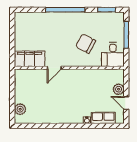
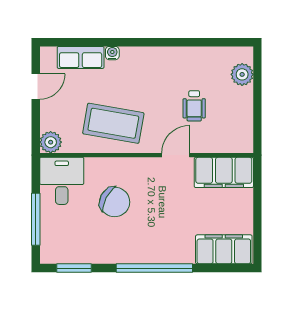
filing cabinet: (30, 19) -> (224, 249), added
coffee table: (86, 84) -> (113, 123), added
plant: (119, 89) -> (51, 142), moved
wheelchair: (45, 93) -> (194, 106), added
door: (126, 103) -> (36, 86), hinge flipped

